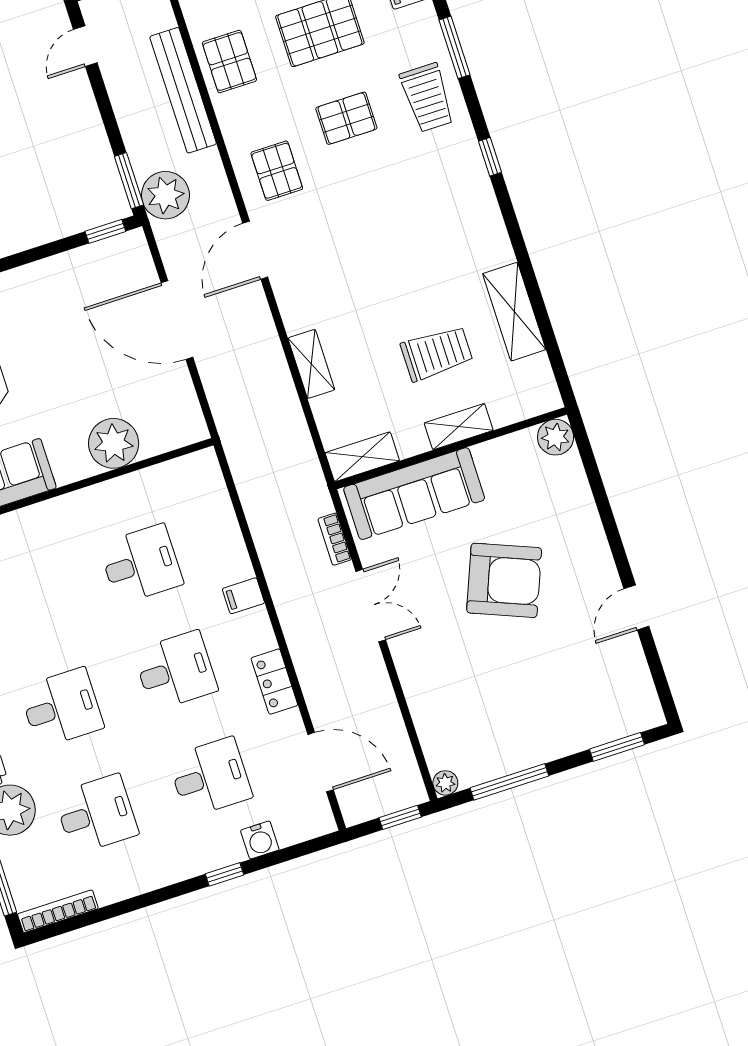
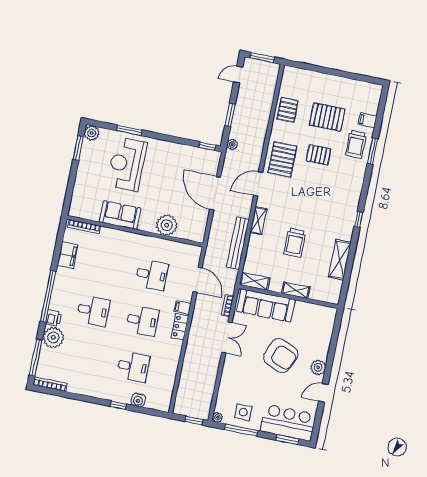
bench: (183, 90) -> (238, 243), moved
trolley: (427, 98) -> (356, 144), moved
window: (490, 157) -> (359, 219), moved
pallet: (277, 171) -> (282, 159), width x1.50, depth x1.42
window: (129, 181) -> (230, 115), moved
plant: (165, 195) -> (232, 145), width x0.53, depth x0.53
trolley: (437, 353) -> (295, 243), moved, turned 90
shelving: (311, 364) -> (258, 221), moved
plant: (556, 437) -> (318, 367), moved
locker: (274, 682) -> (180, 327), moved
bar counter: (597, 711) -> (288, 423), added
side table: (493, 742) -> (243, 412), added
door: (321, 762) -> (198, 280), moved
desk: (96, 814) -> (84, 357), removed

